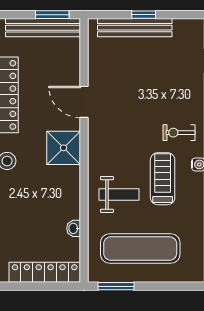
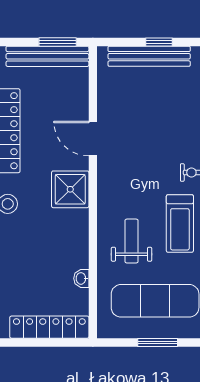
treadmill: (163, 179) -> (180, 224), turned 180
weight bench: (119, 195) -> (132, 241), turned -90
window: (116, 286) -> (158, 342), moved

